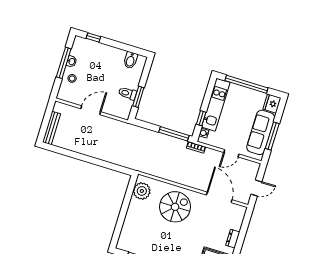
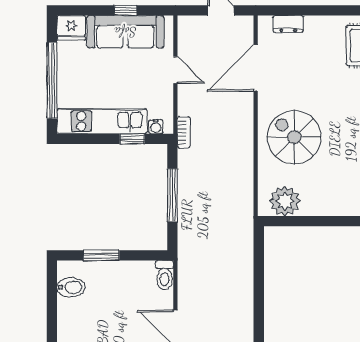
toilet: (128, 93) -> (164, 275), moved
window: (138, 97) -> (101, 255), moved
window: (174, 134) -> (172, 195), moved
window: (272, 136) -> (126, 10), width x0.46
dresser: (233, 239) -> (288, 24), moved

